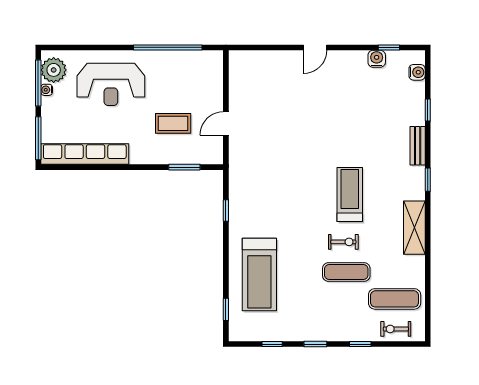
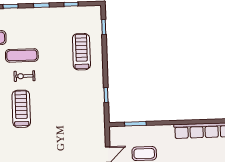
treadmill: (350, 194) -> (21, 109), turned 180
treadmill: (259, 275) -> (81, 52), width x0.73, depth x0.73

